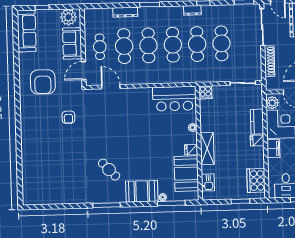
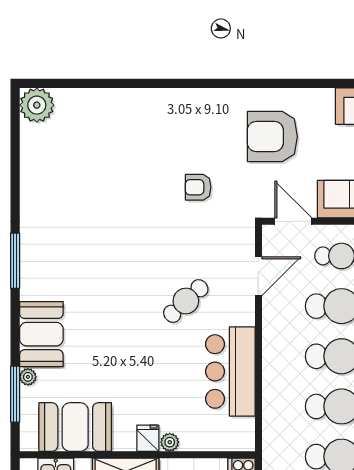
bar counter: (174, 99) -> (230, 371), moved
fridge: (191, 150) -> (148, 438), moved
cafe table: (109, 170) -> (186, 301), moved
plant: (31, 197) -> (37, 105), added

